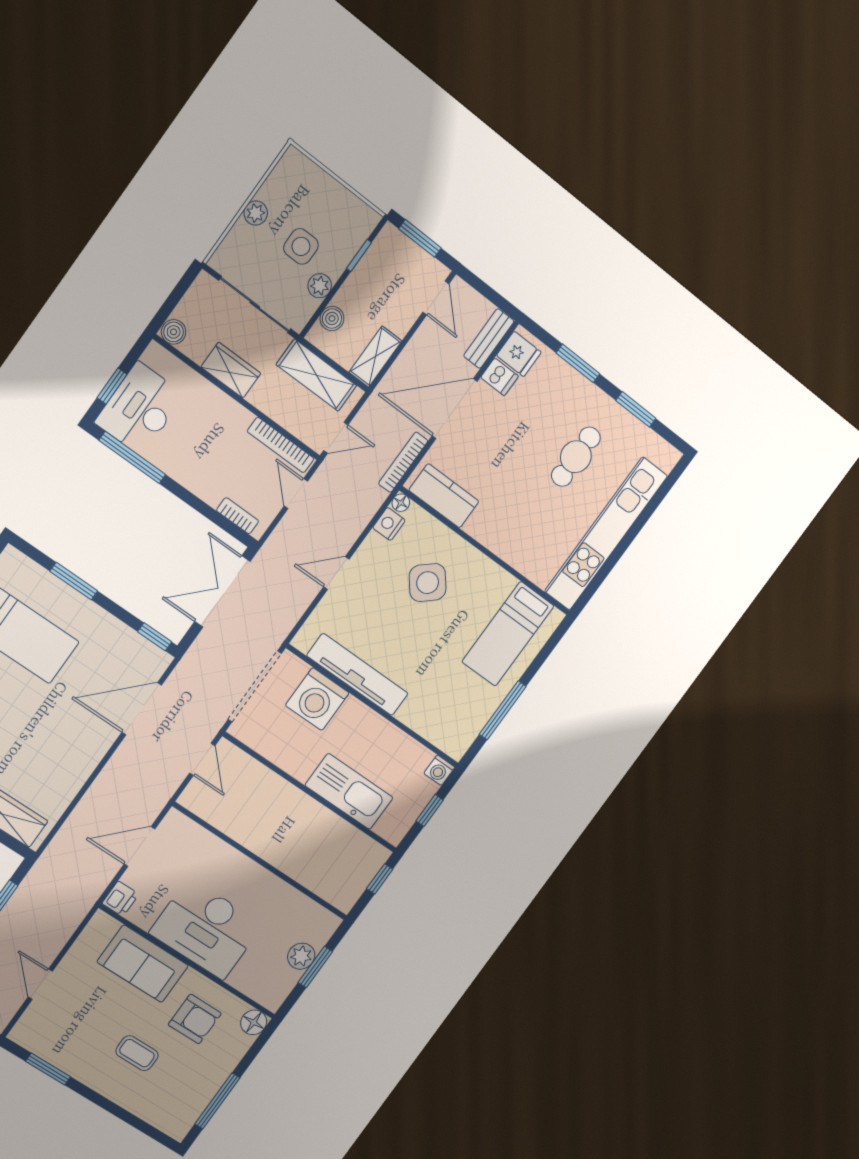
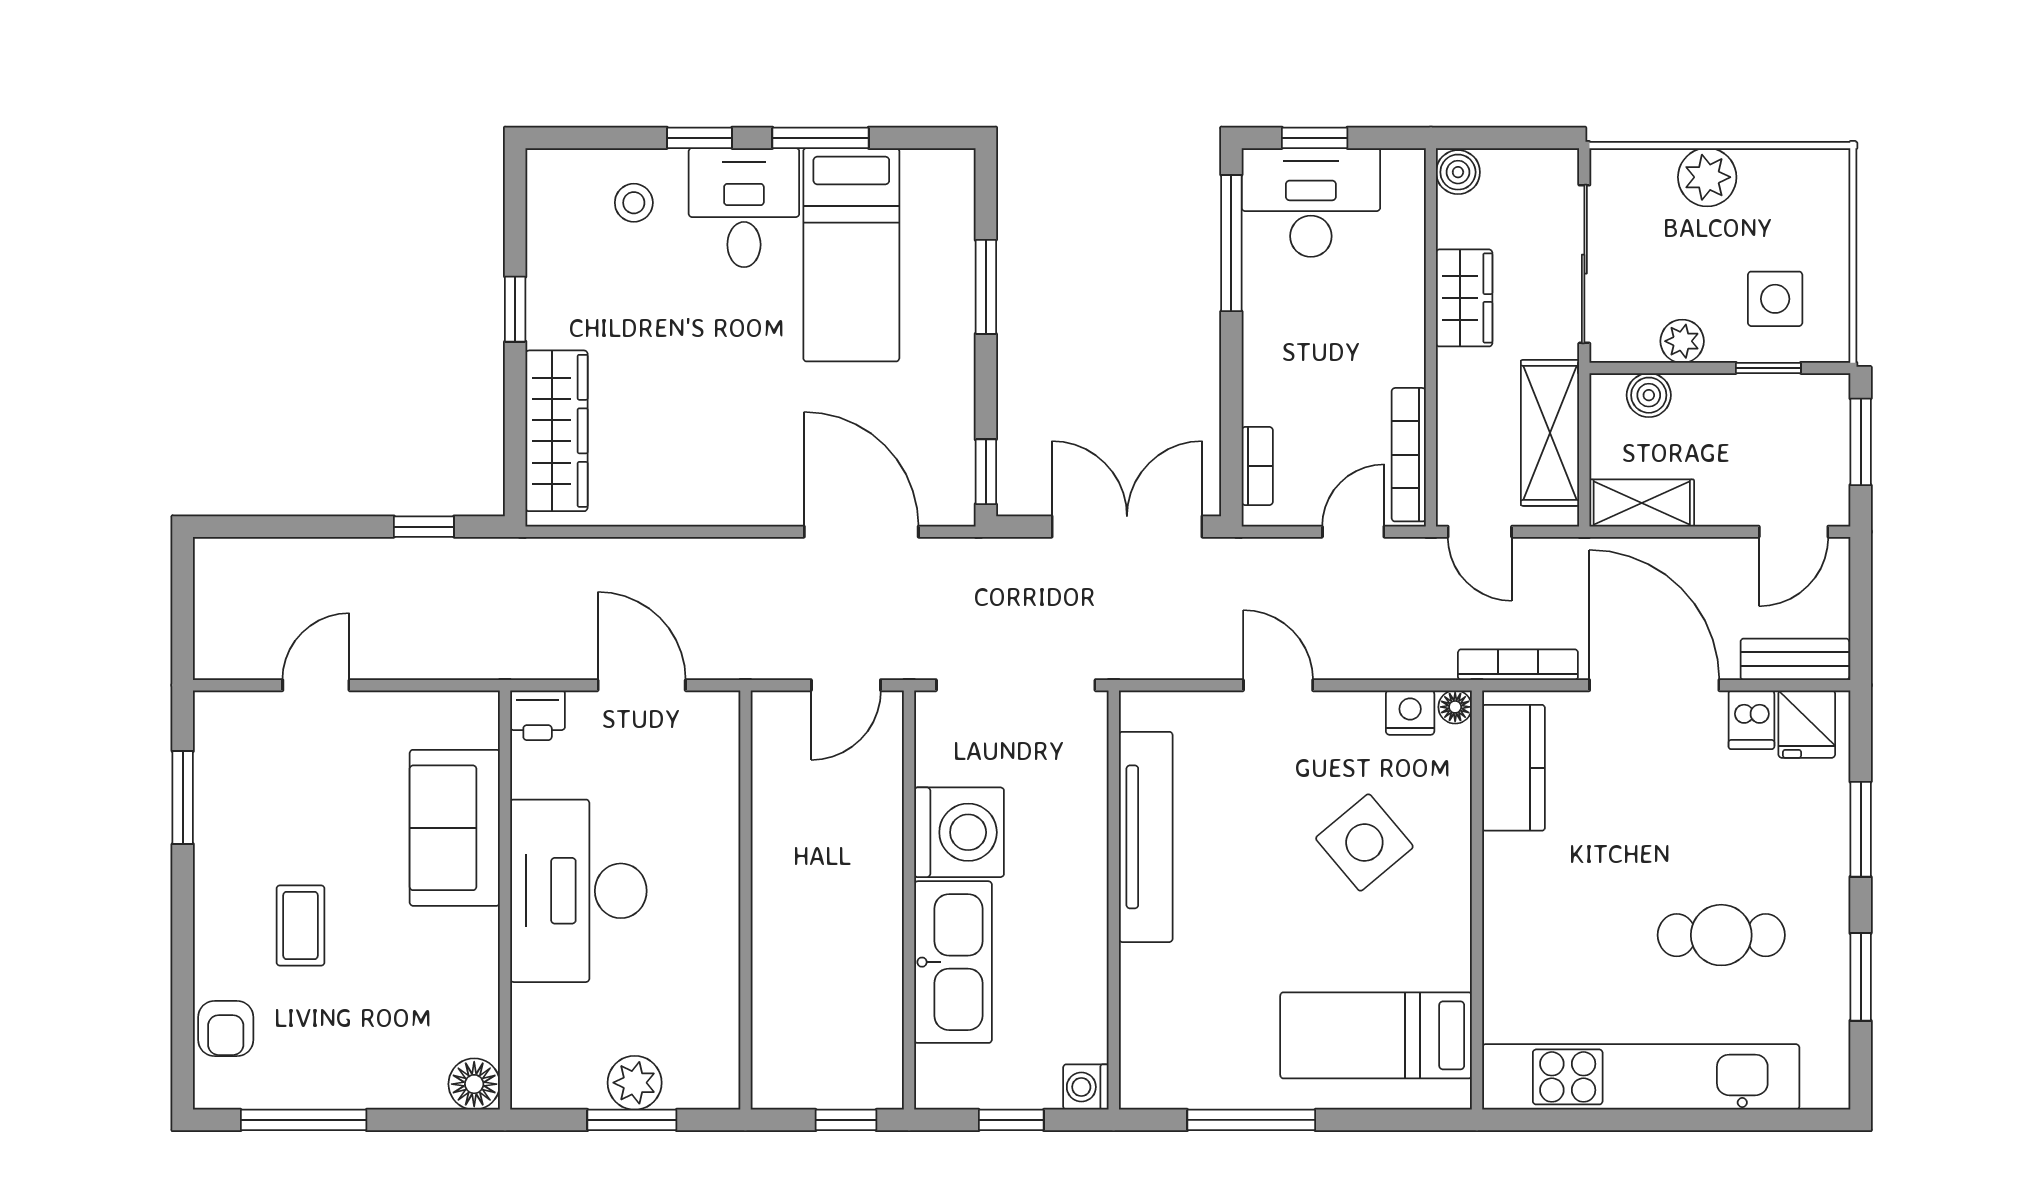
plant: (256, 213) -> (1707, 177), width x1.38, depth x1.38
side table: (301, 246) -> (1775, 299), moved
washing machine: (317, 699) -> (959, 832), moved, turned 180
armchair: (195, 1019) -> (226, 1028), moved, width x0.72, depth x0.72

